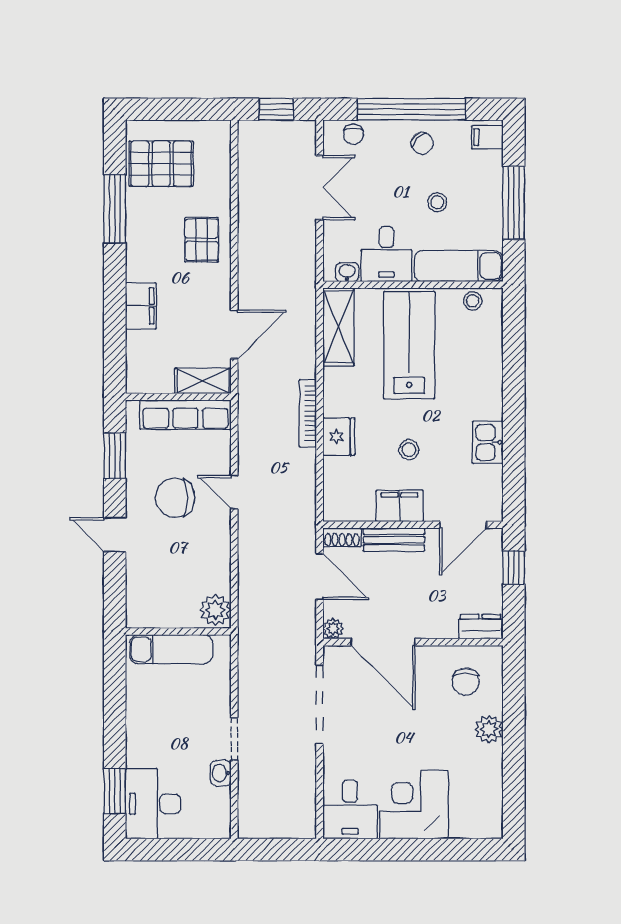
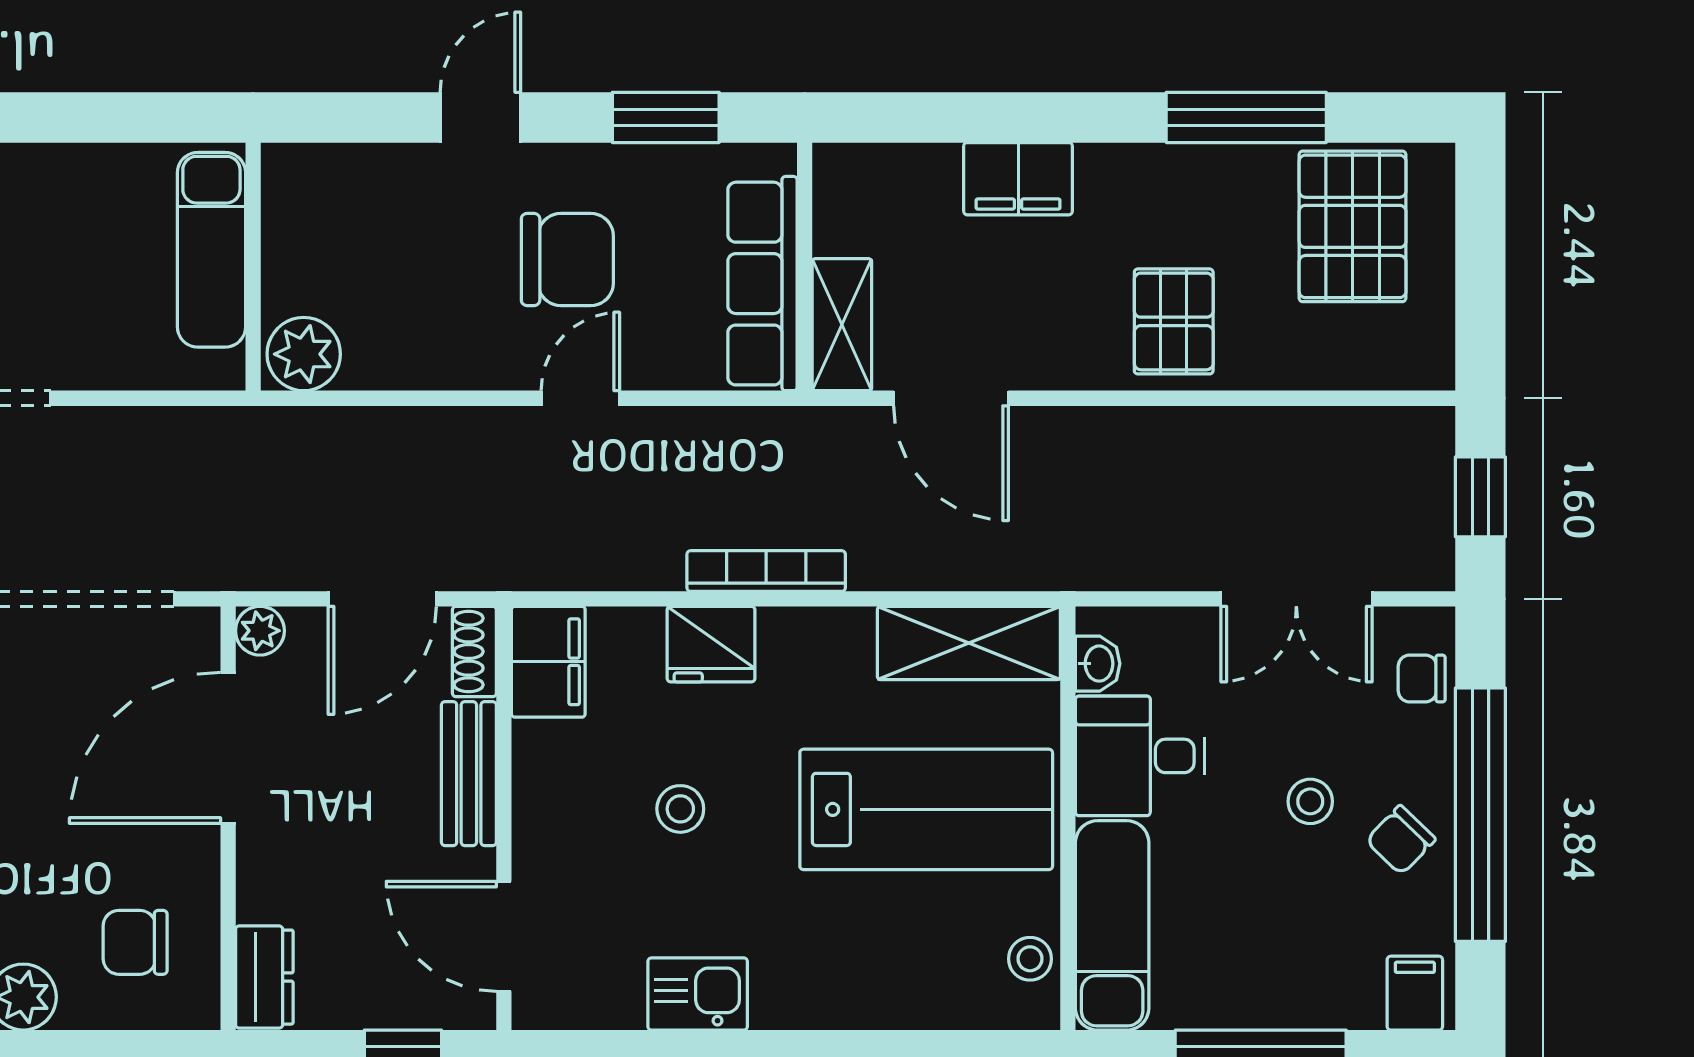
stool: (437, 202) -> (1310, 801), moved
pallet: (202, 240) -> (1174, 321), turned 90
chair: (175, 498) -> (567, 259), turned 90
filing cabinet: (400, 506) -> (548, 662), moved

